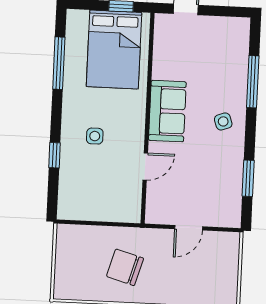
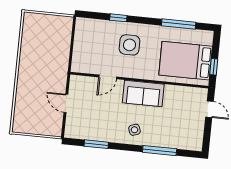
side table: (95, 136) -> (129, 45), width x1.87, depth x1.87
door: (145, 166) -> (108, 77), hinge flipped
chair: (125, 267) -> (42, 60), removed

